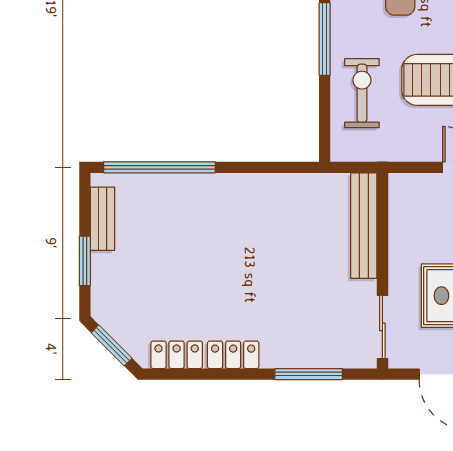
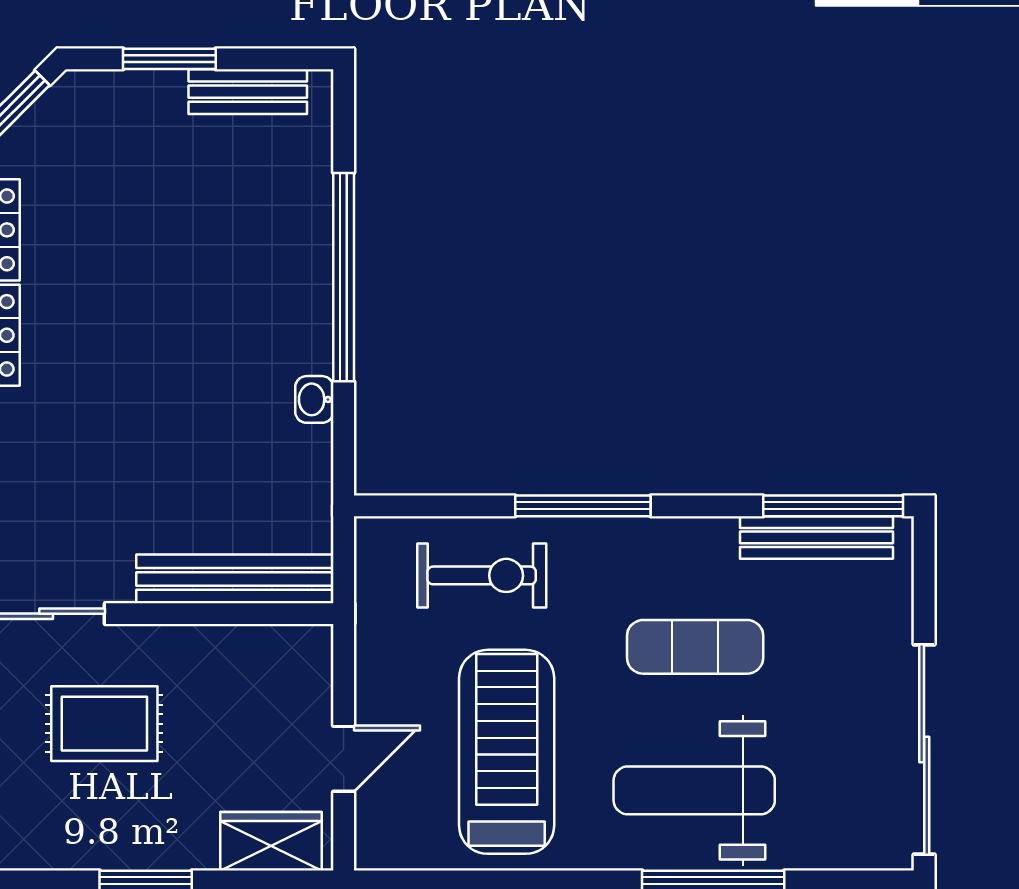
window: (159, 167) -> (344, 277), moved
washbasin: (268, 183) -> (314, 399), added

